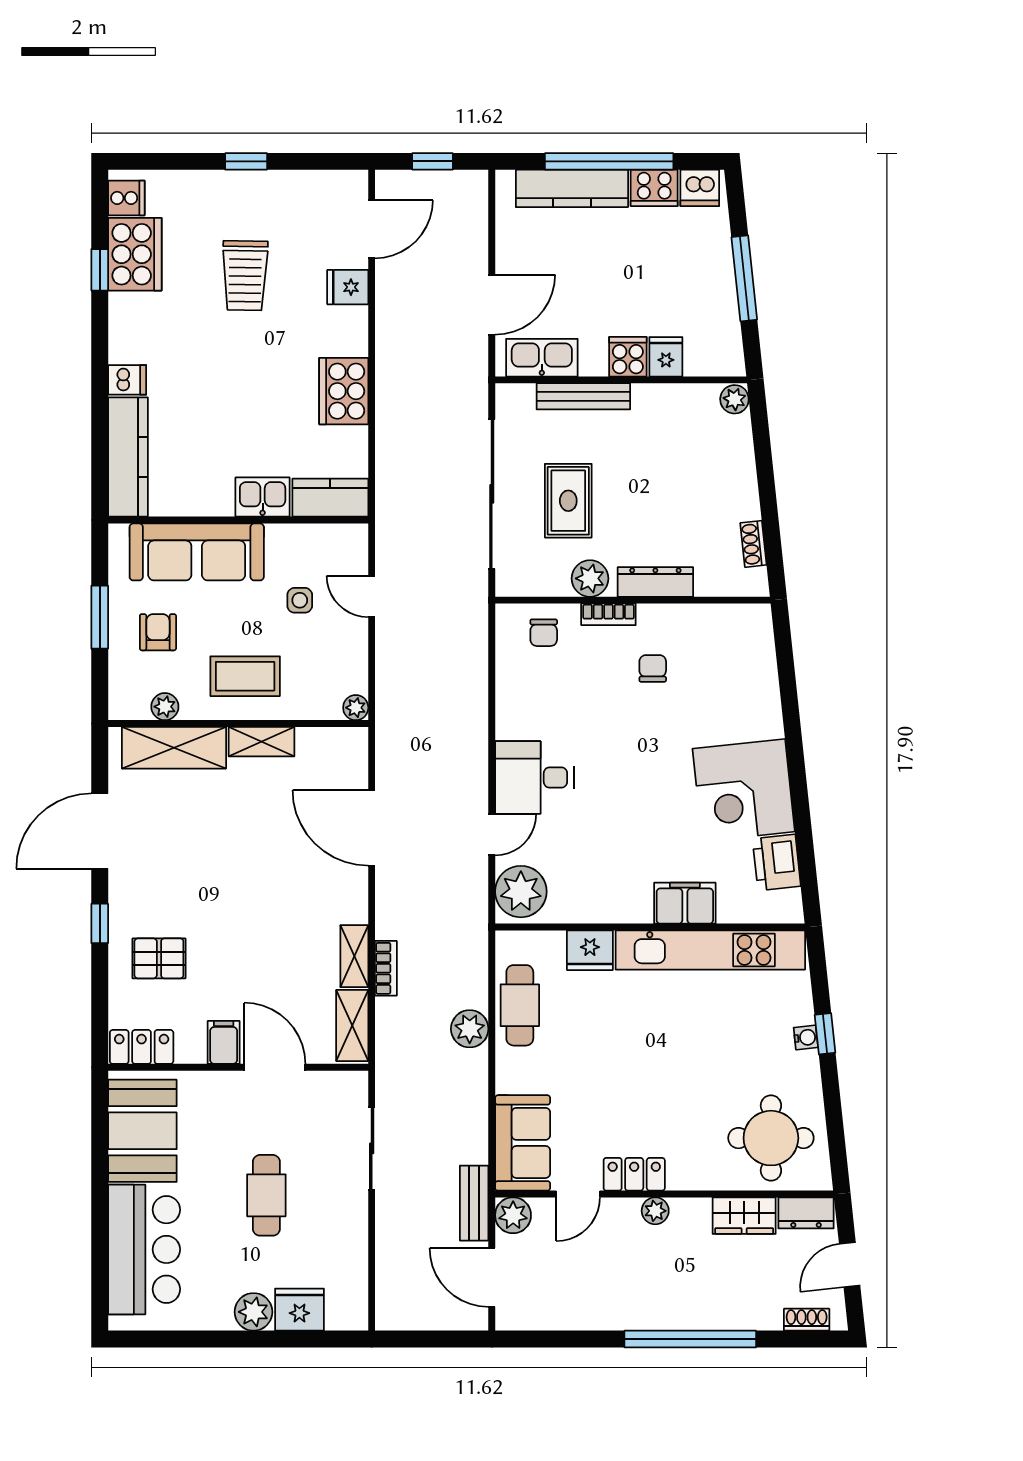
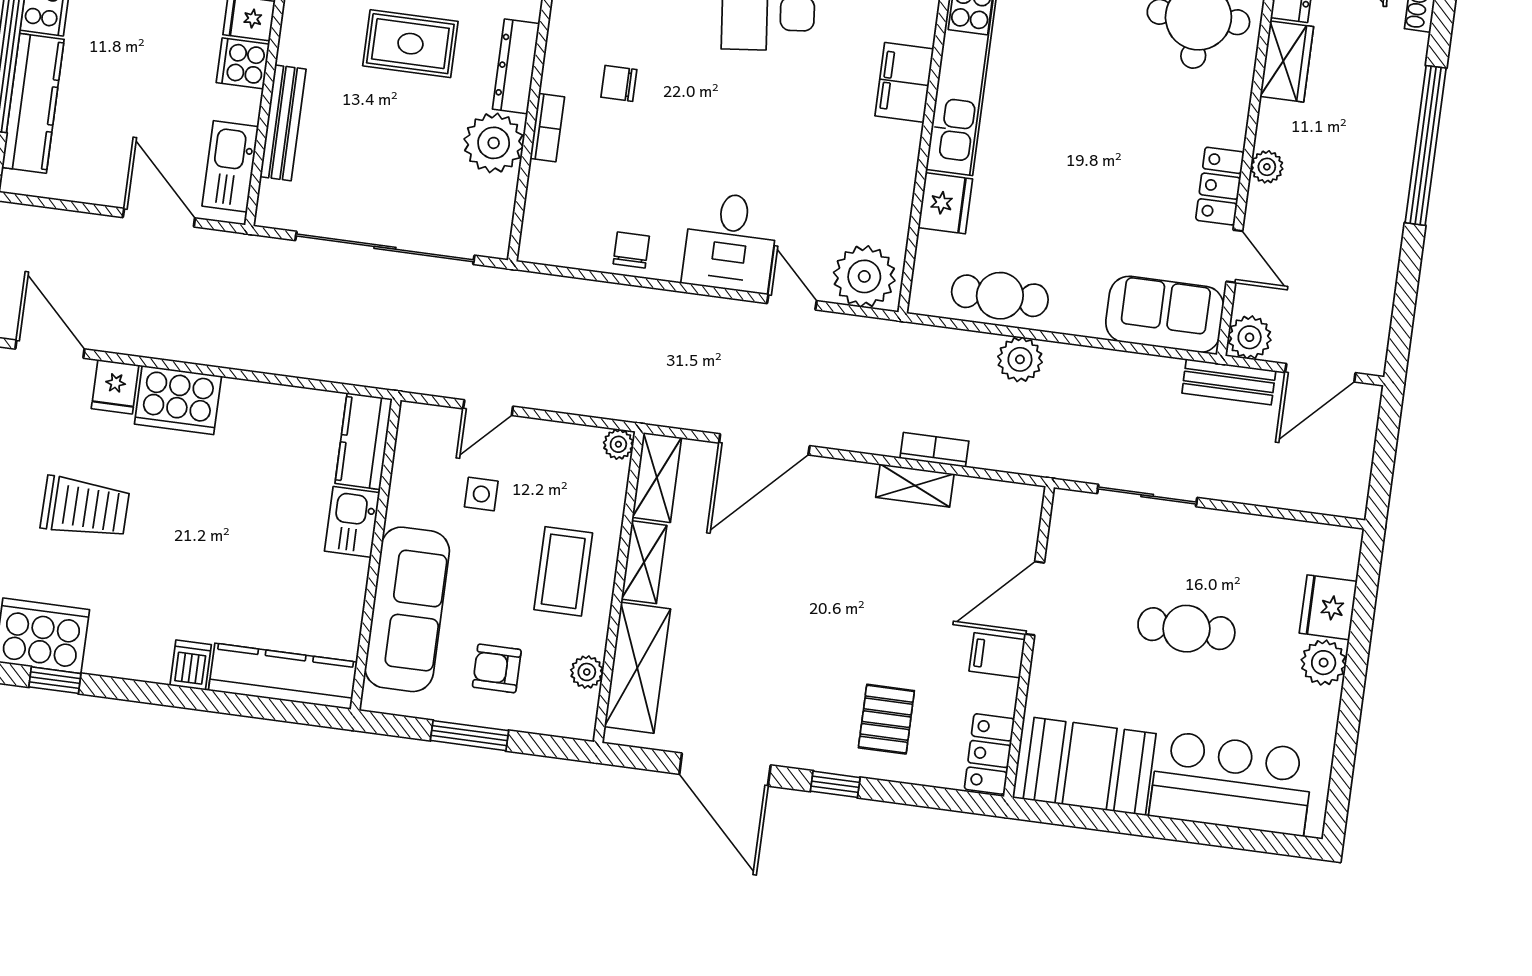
cooker: (344, 391) -> (178, 400), moved
rug: (568, 501) -> (410, 44), moved
plant: (590, 578) -> (494, 143), width x1.36, depth x1.36
chair: (544, 633) -> (631, 250), moved, turned -90
shelving: (352, 1026) -> (657, 477), moved, turned 90

